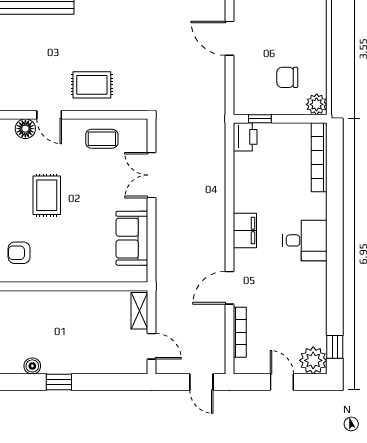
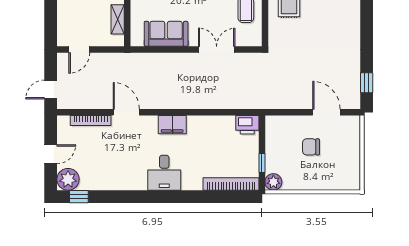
door: (229, 38) -> (326, 112), hinge flipped
chair: (287, 77) -> (311, 147), moved, turned -90
window: (260, 119) -> (262, 163), moved
shelving: (139, 311) -> (118, 19), moved, turned 90

